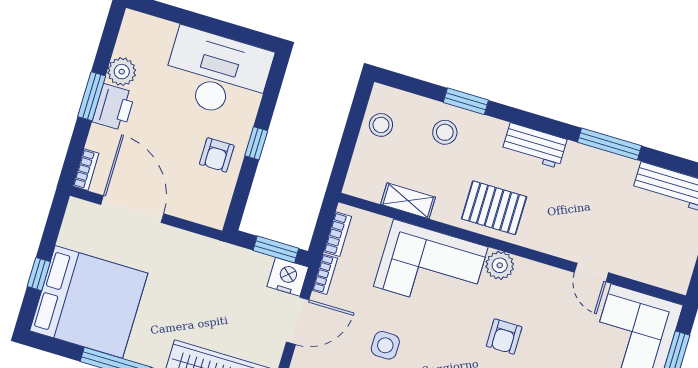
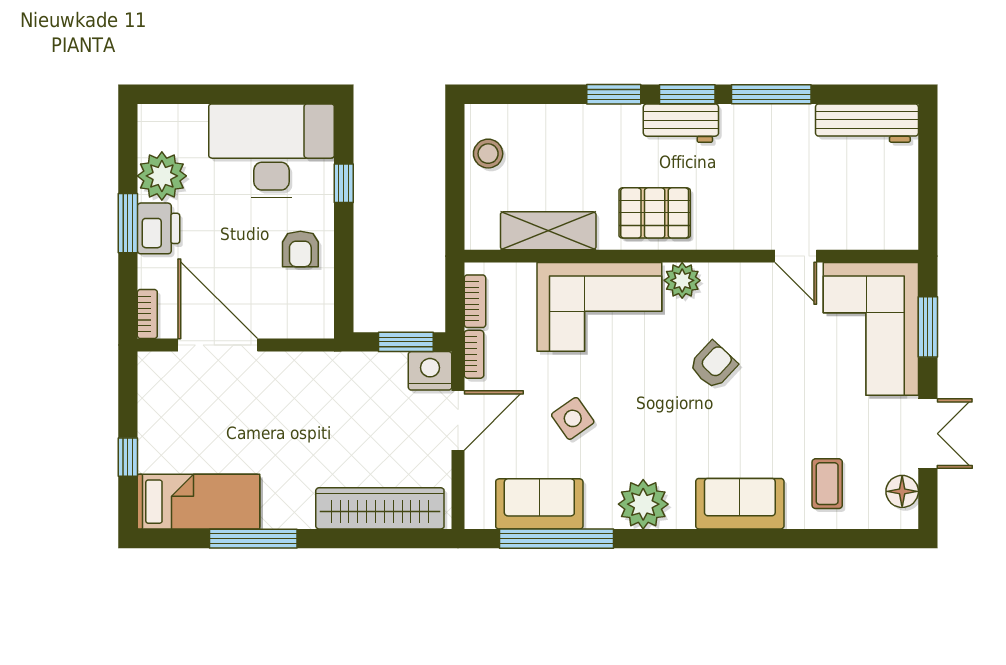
plant: (122, 72) -> (162, 176), width x1.36, depth x1.36
window: (466, 101) -> (614, 94), moved
window: (546, 125) -> (687, 94), added
stool: (445, 132) -> (568, 139), removed
window: (256, 143) -> (344, 183), moved
shelving: (408, 201) -> (548, 231), width x1.50, depth x1.33
bed: (89, 302) -> (199, 502), width x0.49
armchair: (504, 337) -> (713, 365), turned -137
side table: (385, 345) -> (573, 418), turned -35

